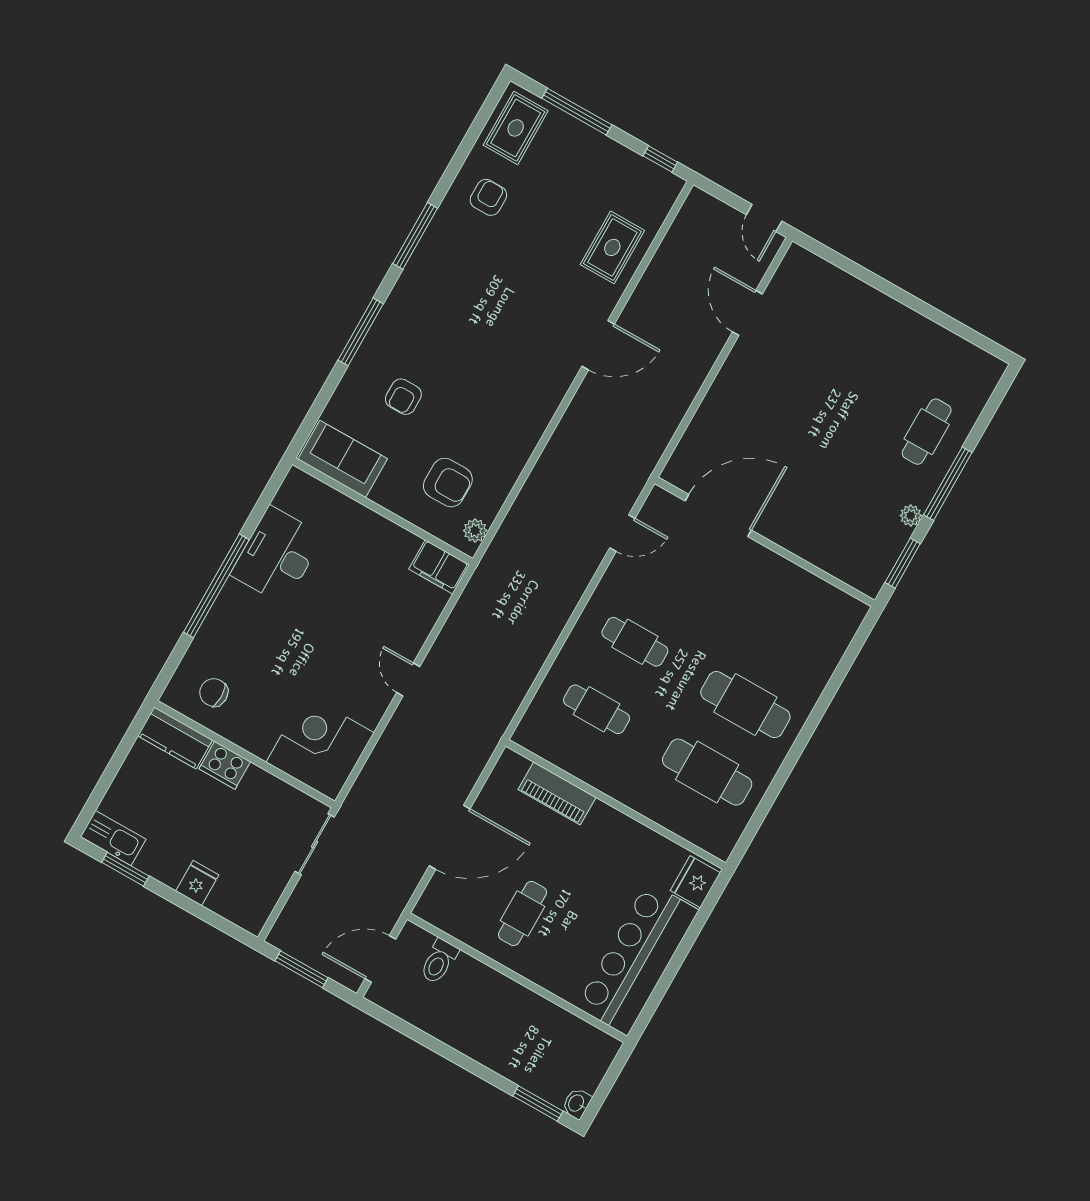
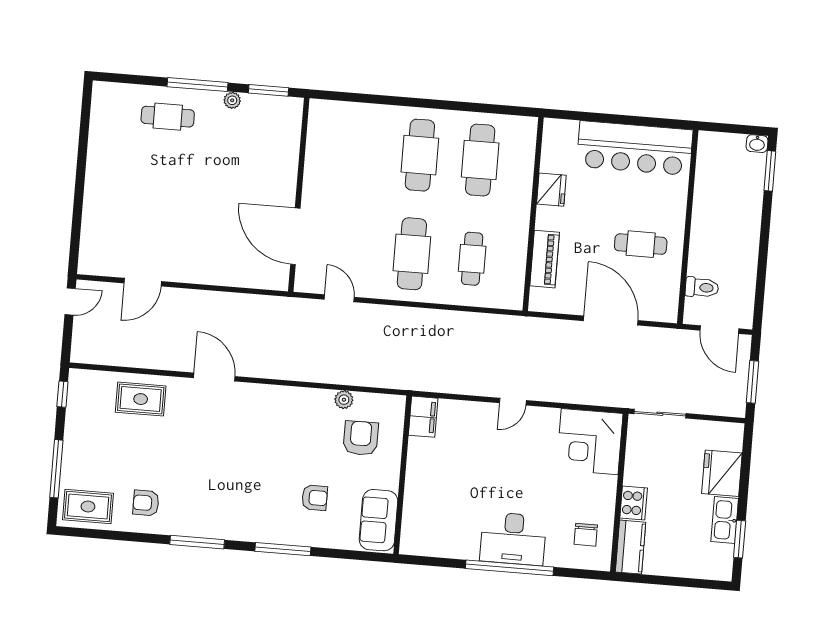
plant: (475, 531) -> (344, 400), moved
desk: (277, 555) -> (513, 539), moved
cafe table: (635, 642) -> (412, 254), width x1.37, depth x1.35
kitchen sink: (113, 838) -> (725, 520), moved
fridge: (695, 882) -> (551, 190), moved, turned -90
fridge: (197, 883) -> (722, 473), width x1.88, depth x1.34

